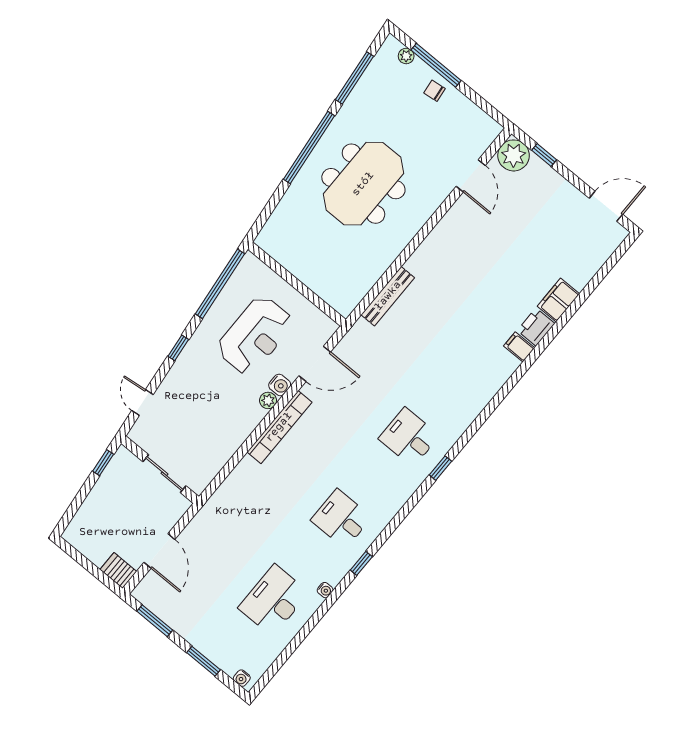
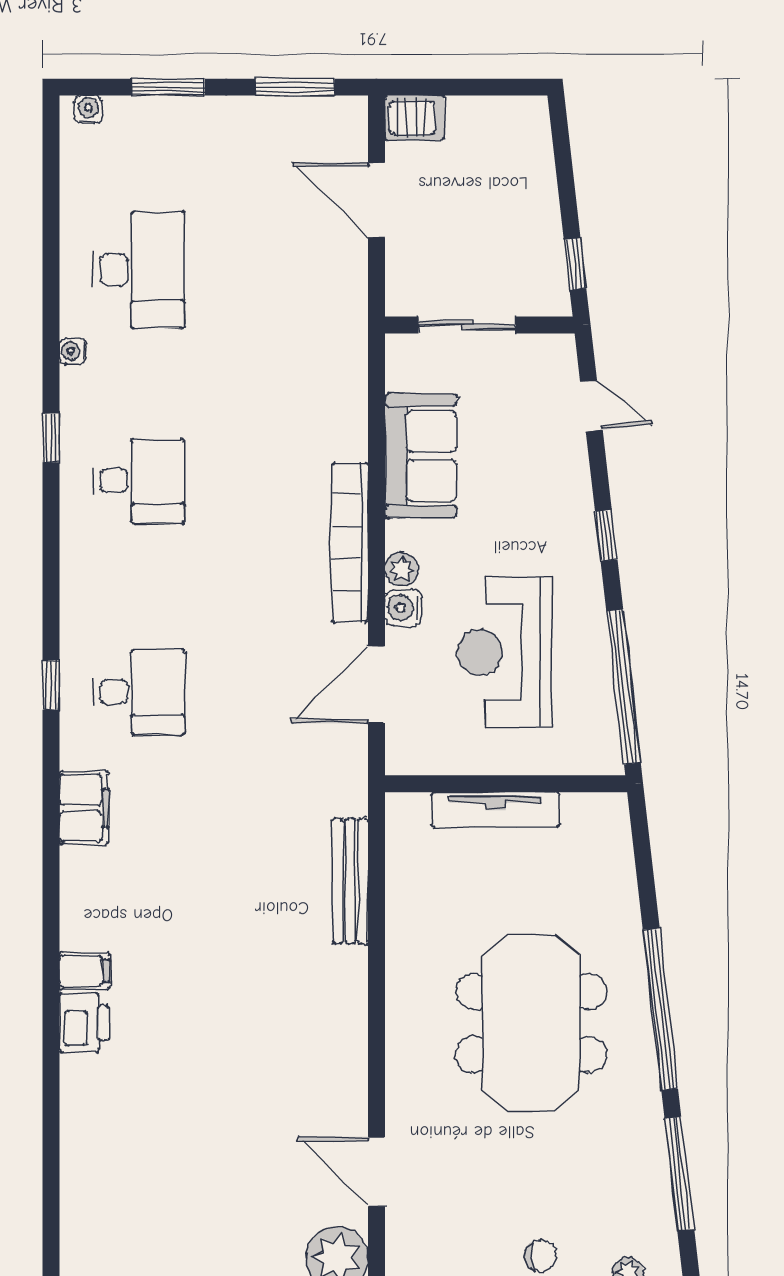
tv unit: (309, 277) -> (496, 809), added
filing cabinet: (558, 300) -> (84, 808), moved
sofa: (224, 438) -> (421, 456), added

